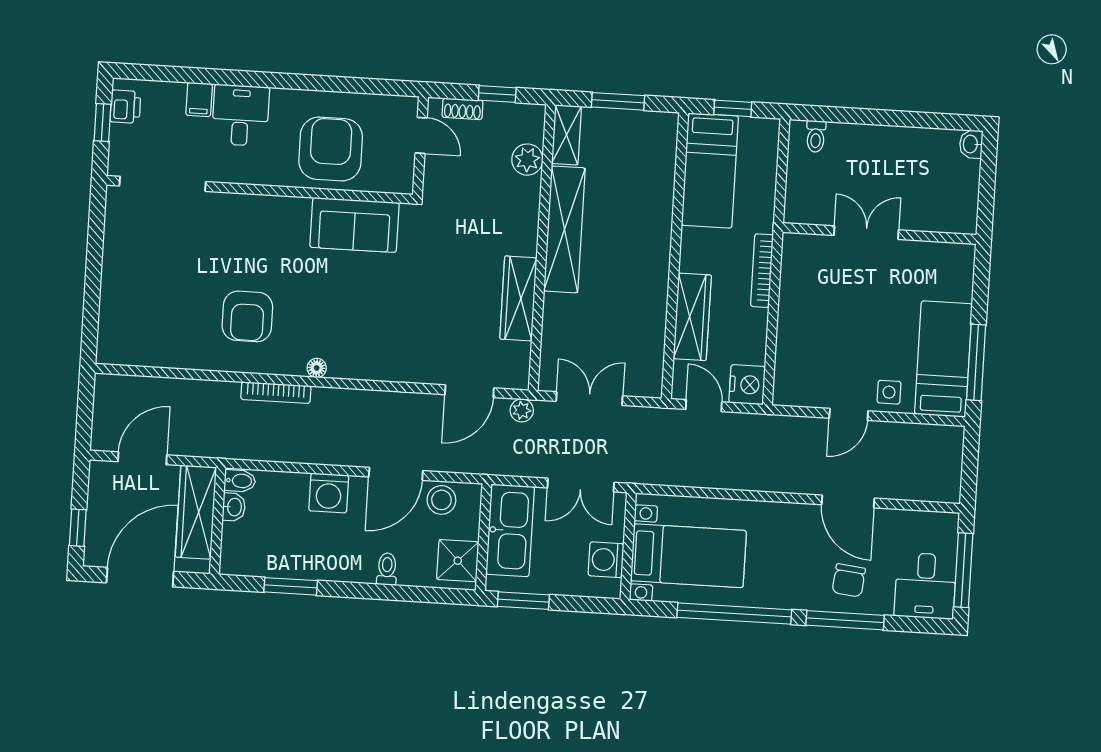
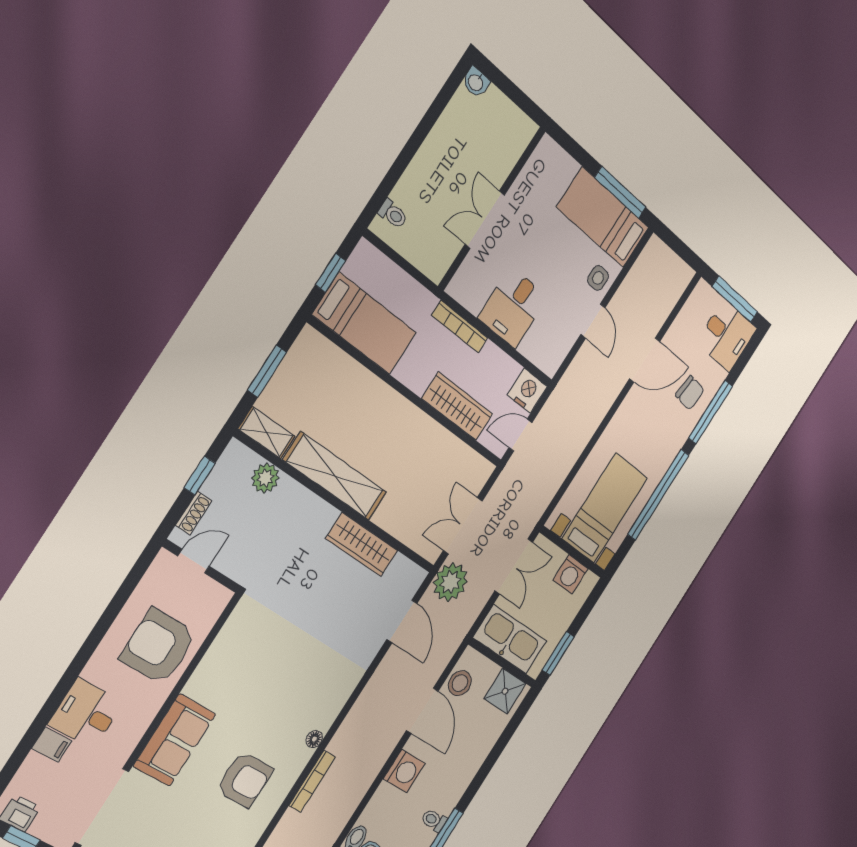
sofa: (354, 225) -> (175, 740), moved
desk: (810, 316) -> (513, 307), added
plant: (522, 410) -> (450, 582), width x1.88, depth x1.88
toilet: (387, 569) -> (434, 820), moved

